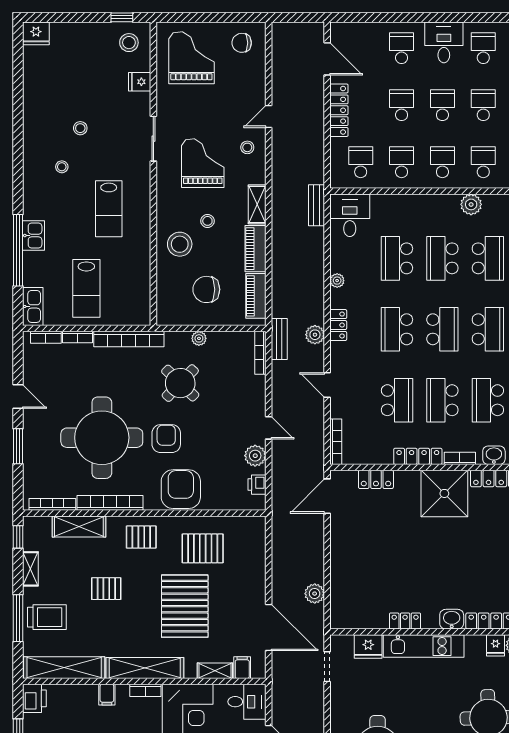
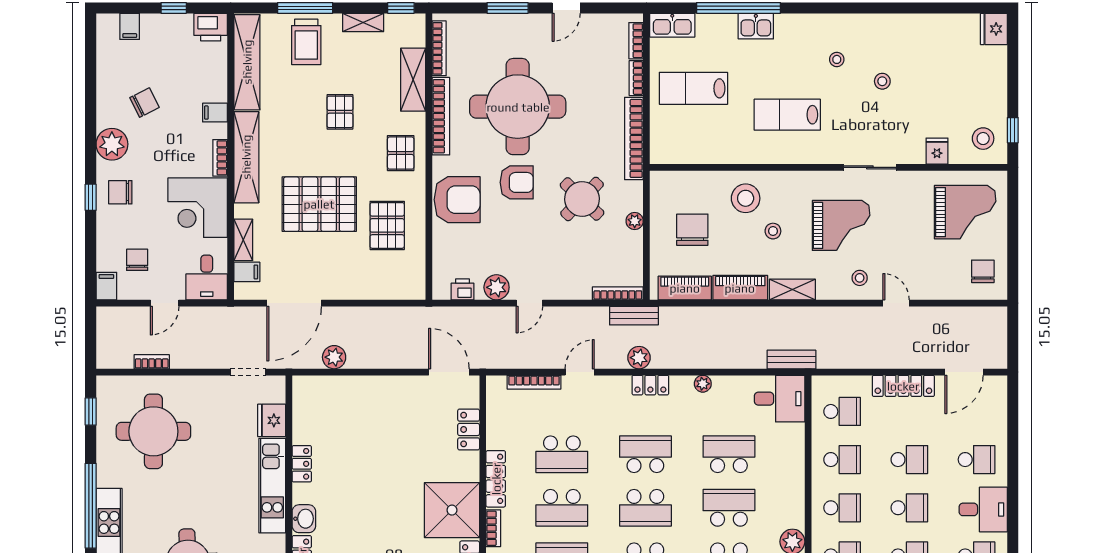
school desk: (442, 400) -> (562, 508), turned 180
bookcase: (336, 442) -> (534, 382), moved

